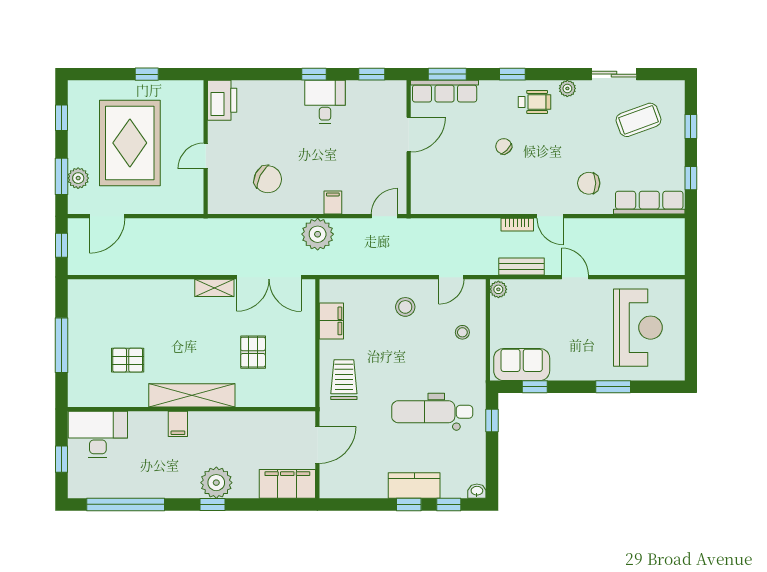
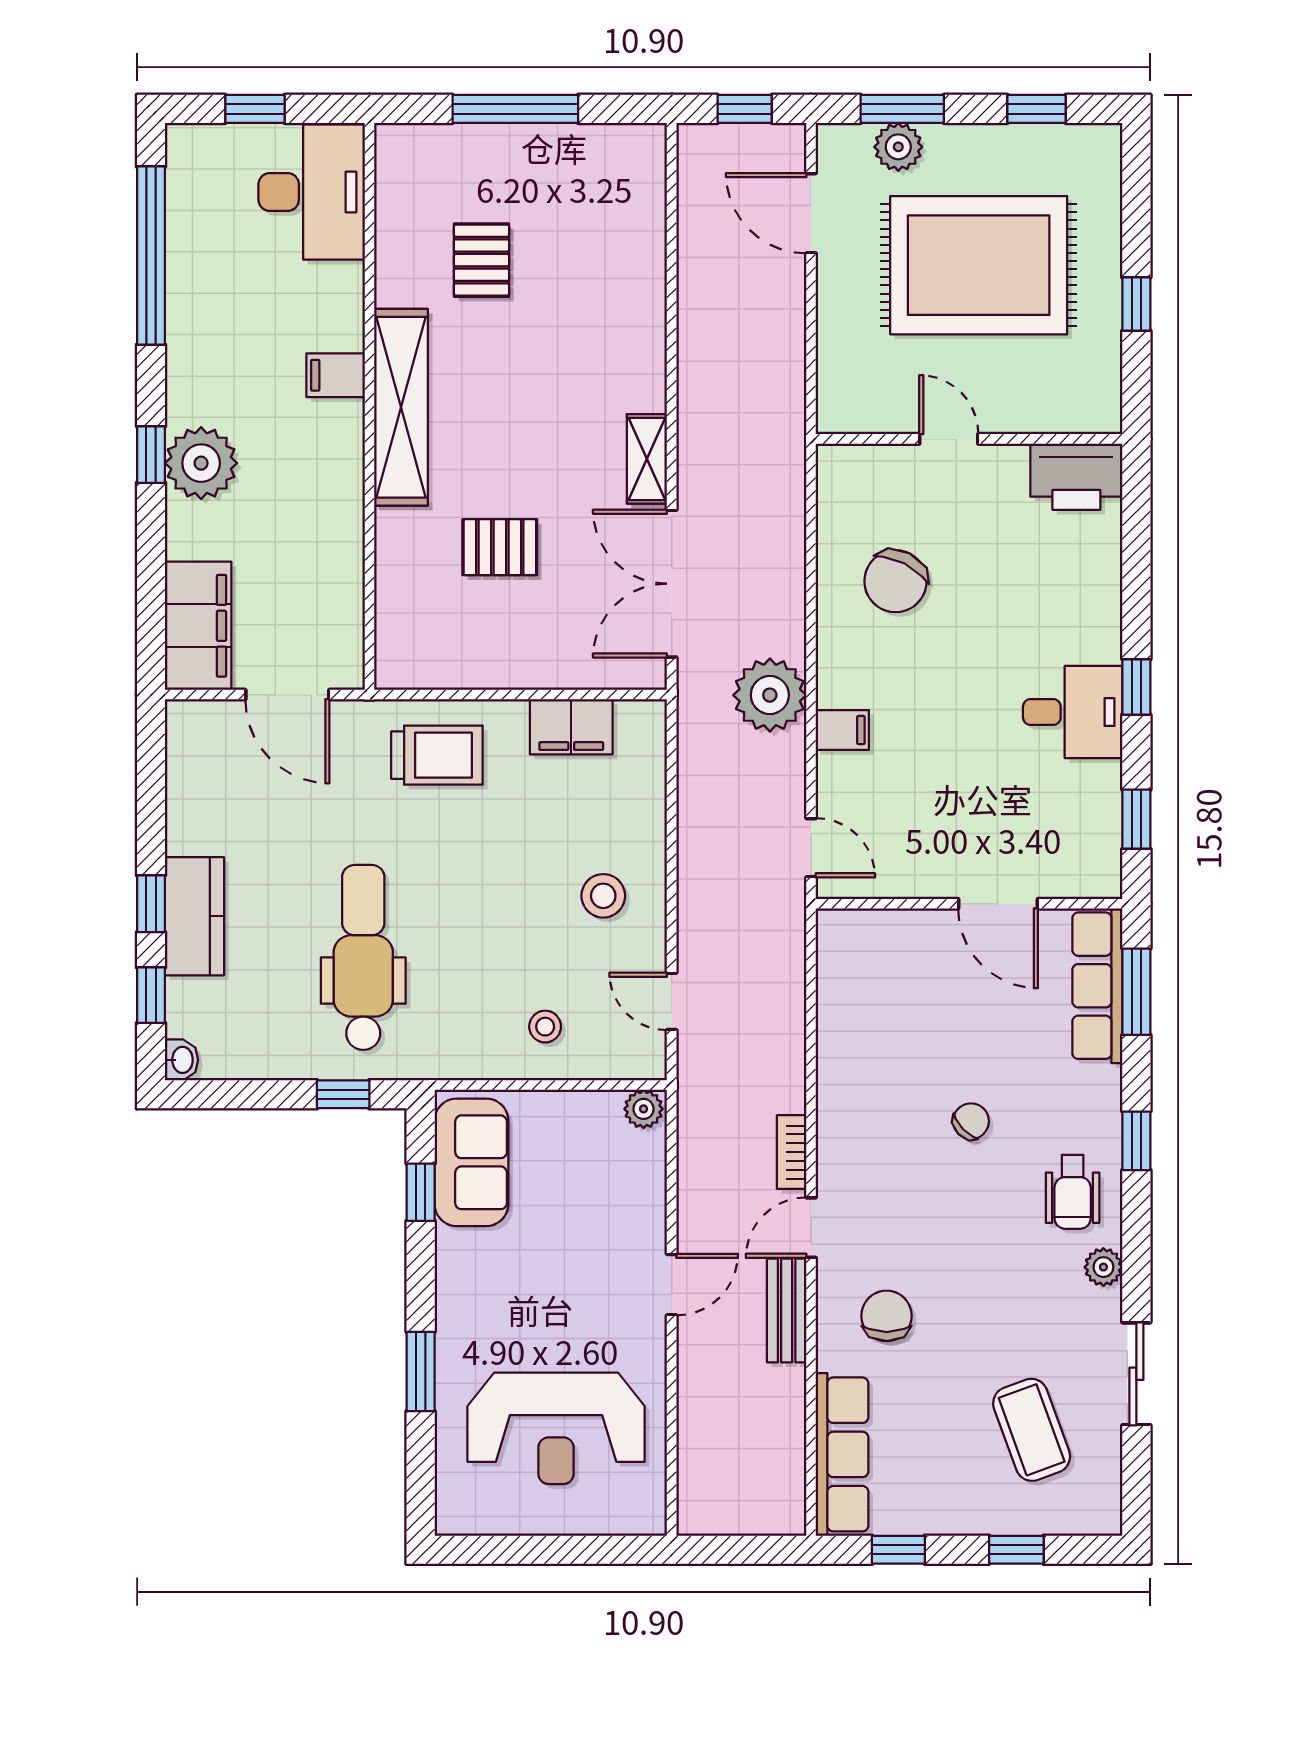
bench: (521, 266) -> (787, 1310), moved

